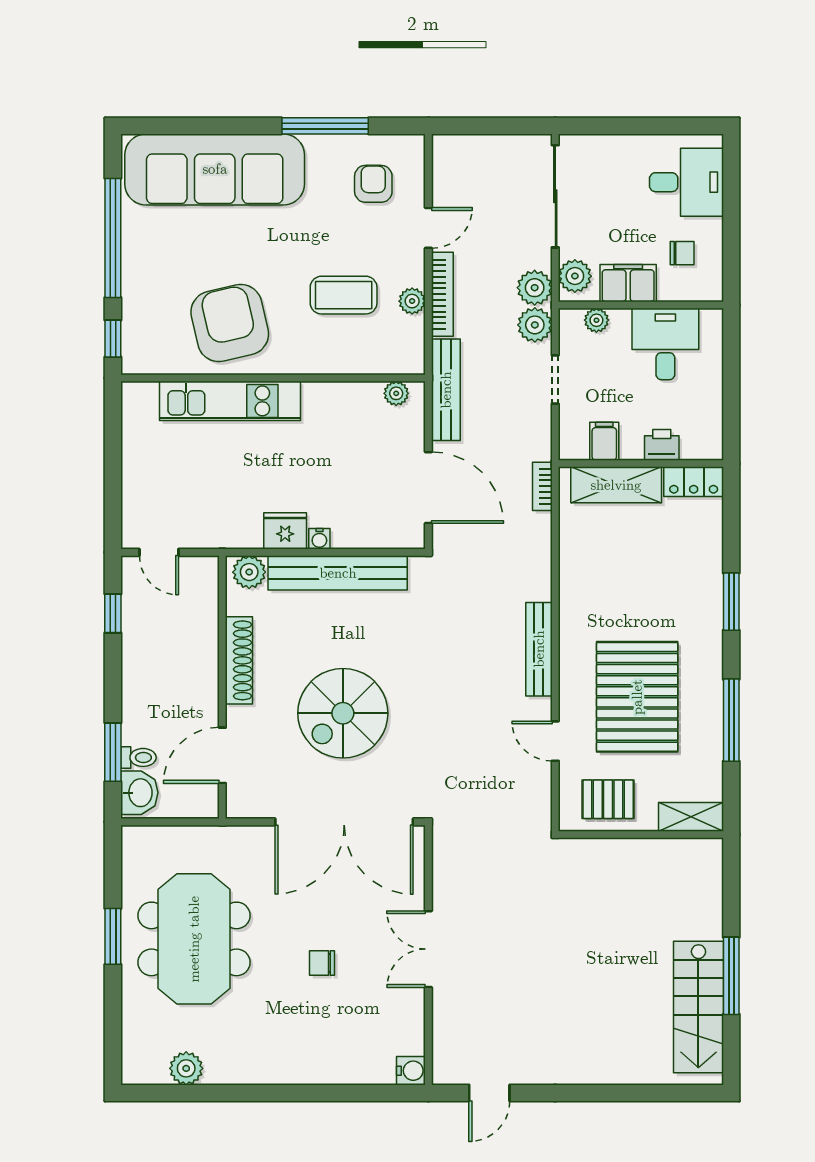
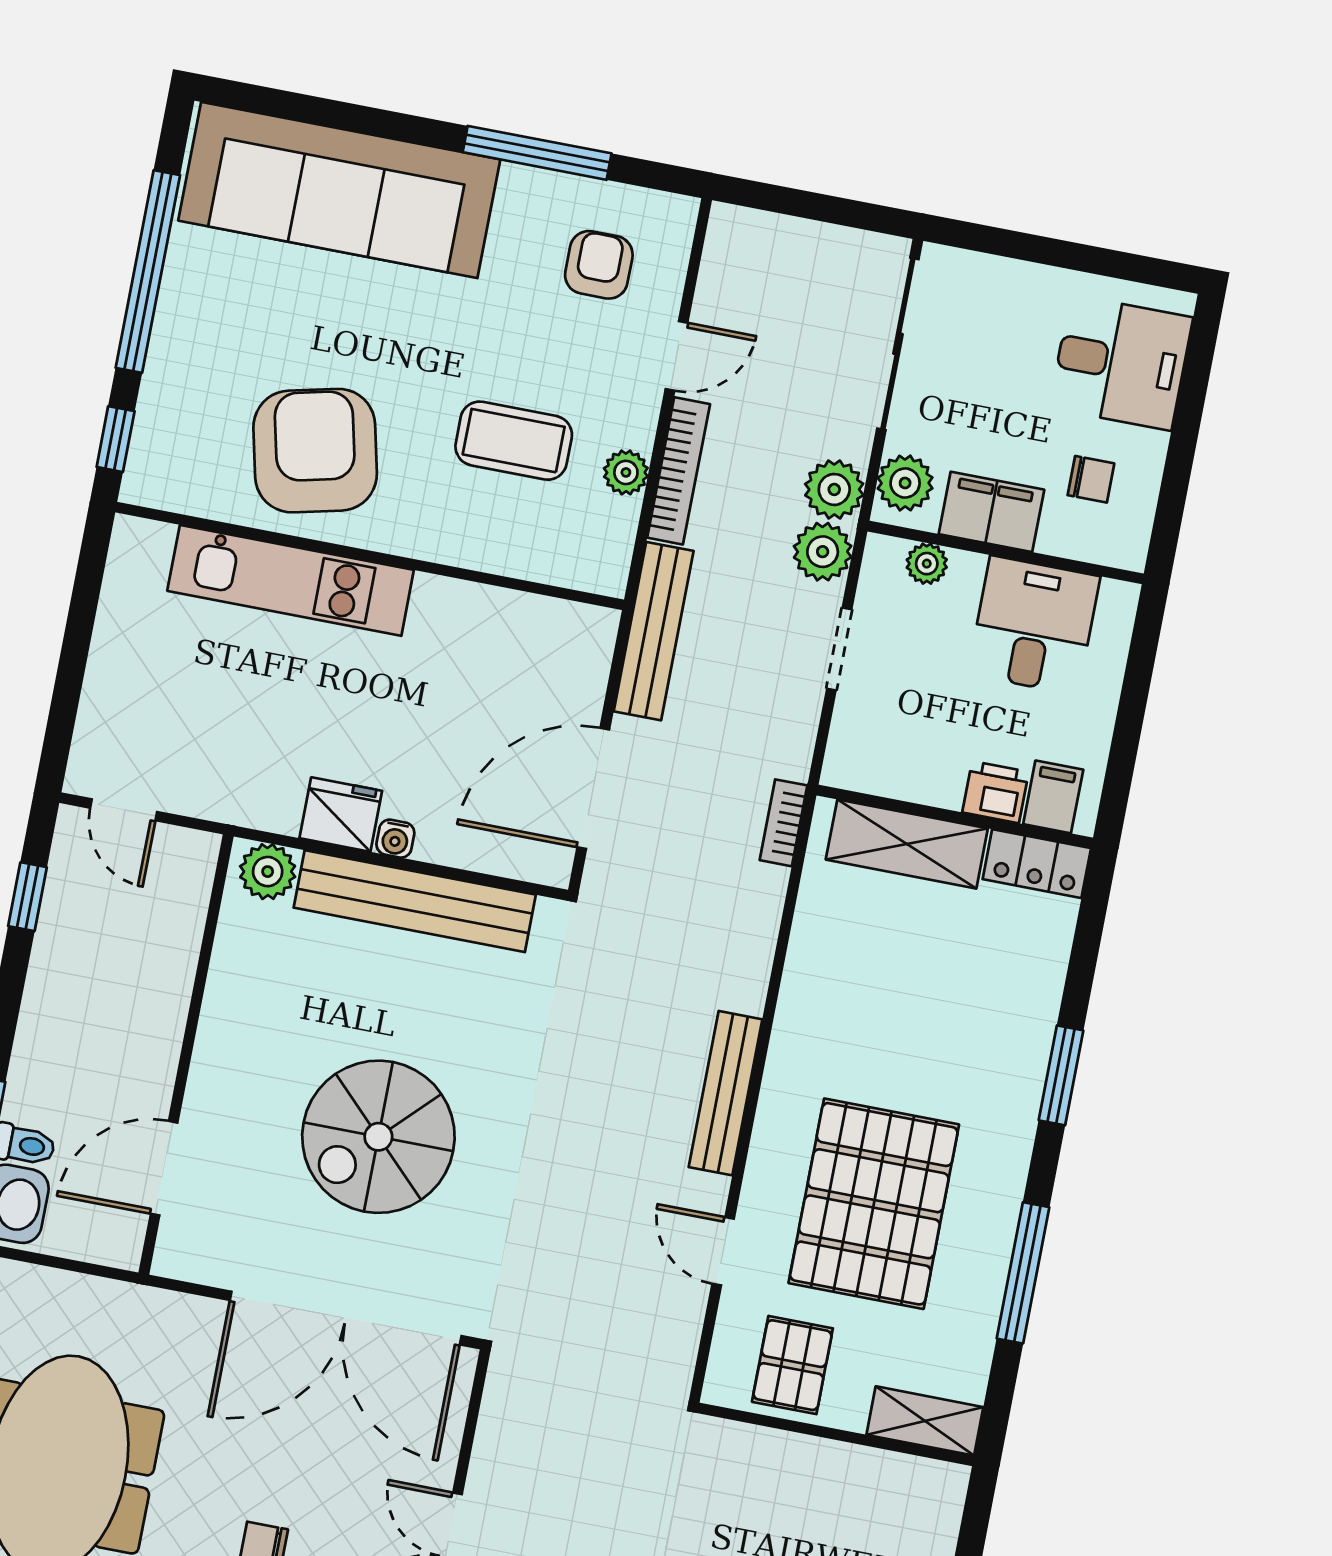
plant: (396, 393) -> (570, 621), removed
filing cabinet: (604, 441) -> (1053, 797), moved
door: (428, 488) -> (593, 788), swing flipped
shoe rack: (239, 660) -> (222, 1015), removed
pallet: (608, 799) -> (792, 1365), turned 90

